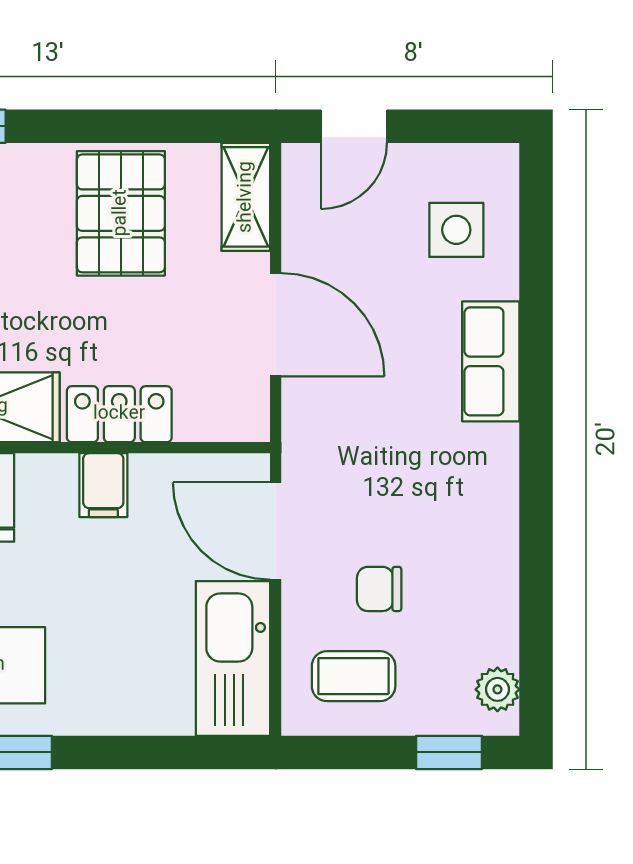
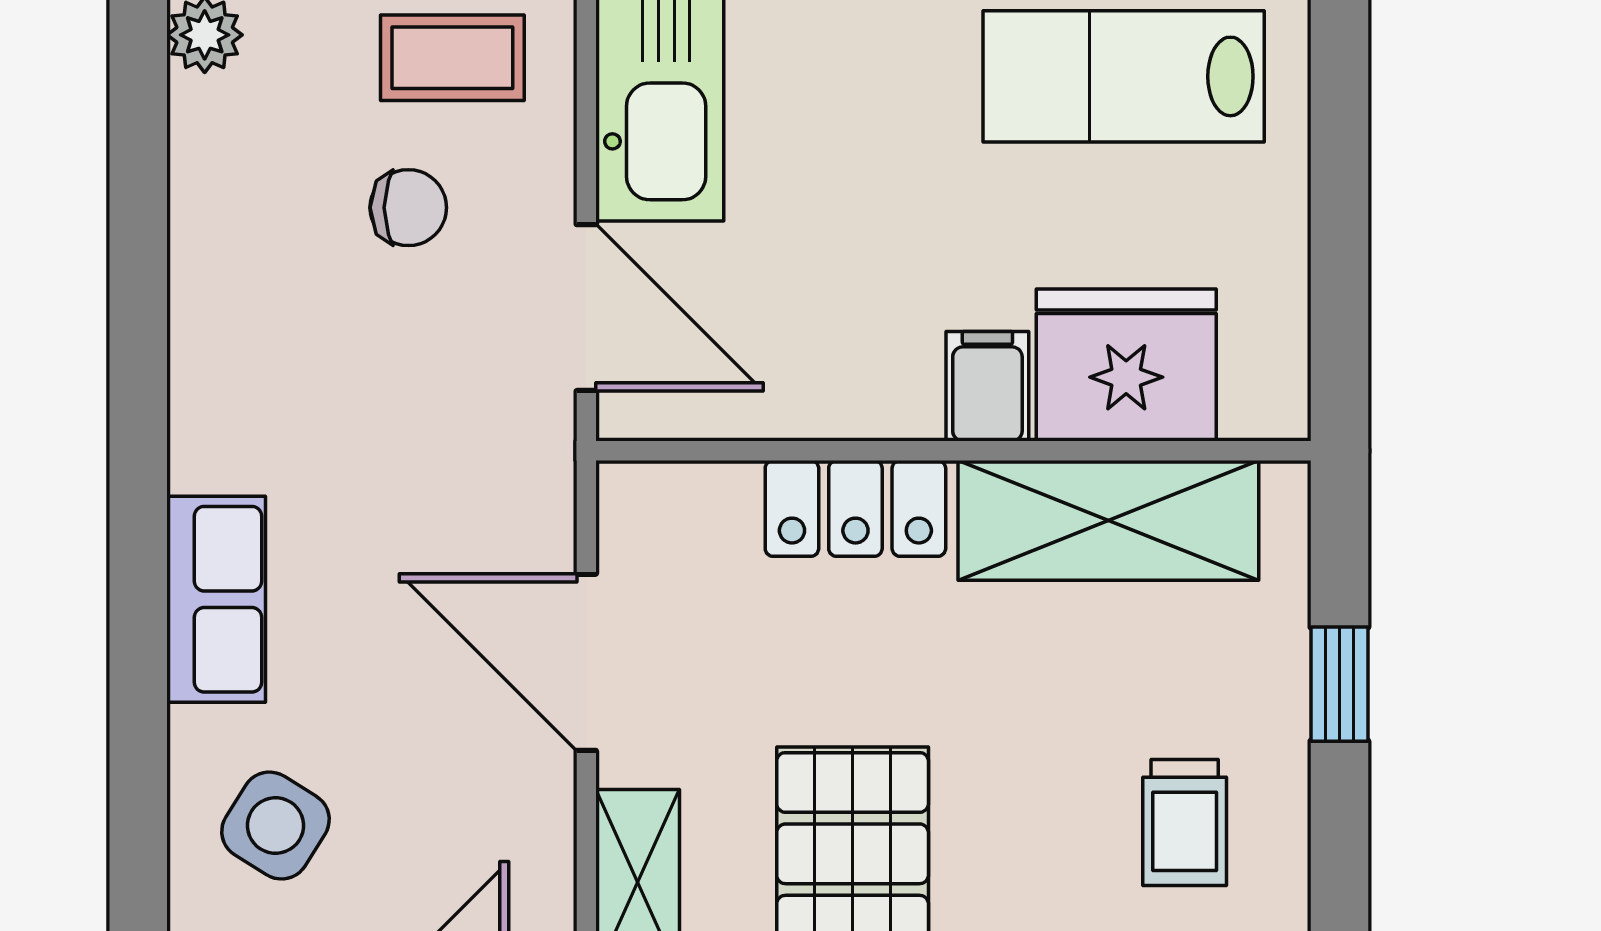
side table: (456, 230) -> (275, 826), turned 32
filing cabinet: (103, 485) -> (987, 386), moved

